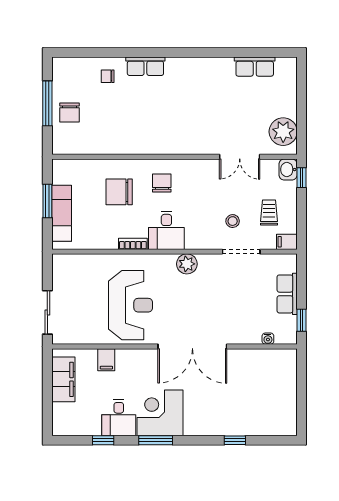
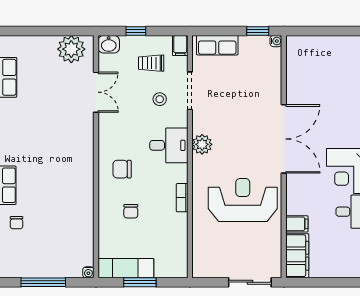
chair: (69, 113) -> (52, 260), removed
water cooler: (57, 149) -> (88, 272), added
window: (301, 178) -> (136, 31), moved
chair: (119, 192) -> (131, 211), width x0.54, depth x0.54
exam couch: (62, 213) -> (126, 268), moved
desk: (166, 230) -> (169, 145), moved
row of seats: (287, 294) -> (217, 45), moved
water cooler: (268, 339) -> (276, 41), moved
filing cabinet: (63, 379) -> (297, 256), moved, turned 90

